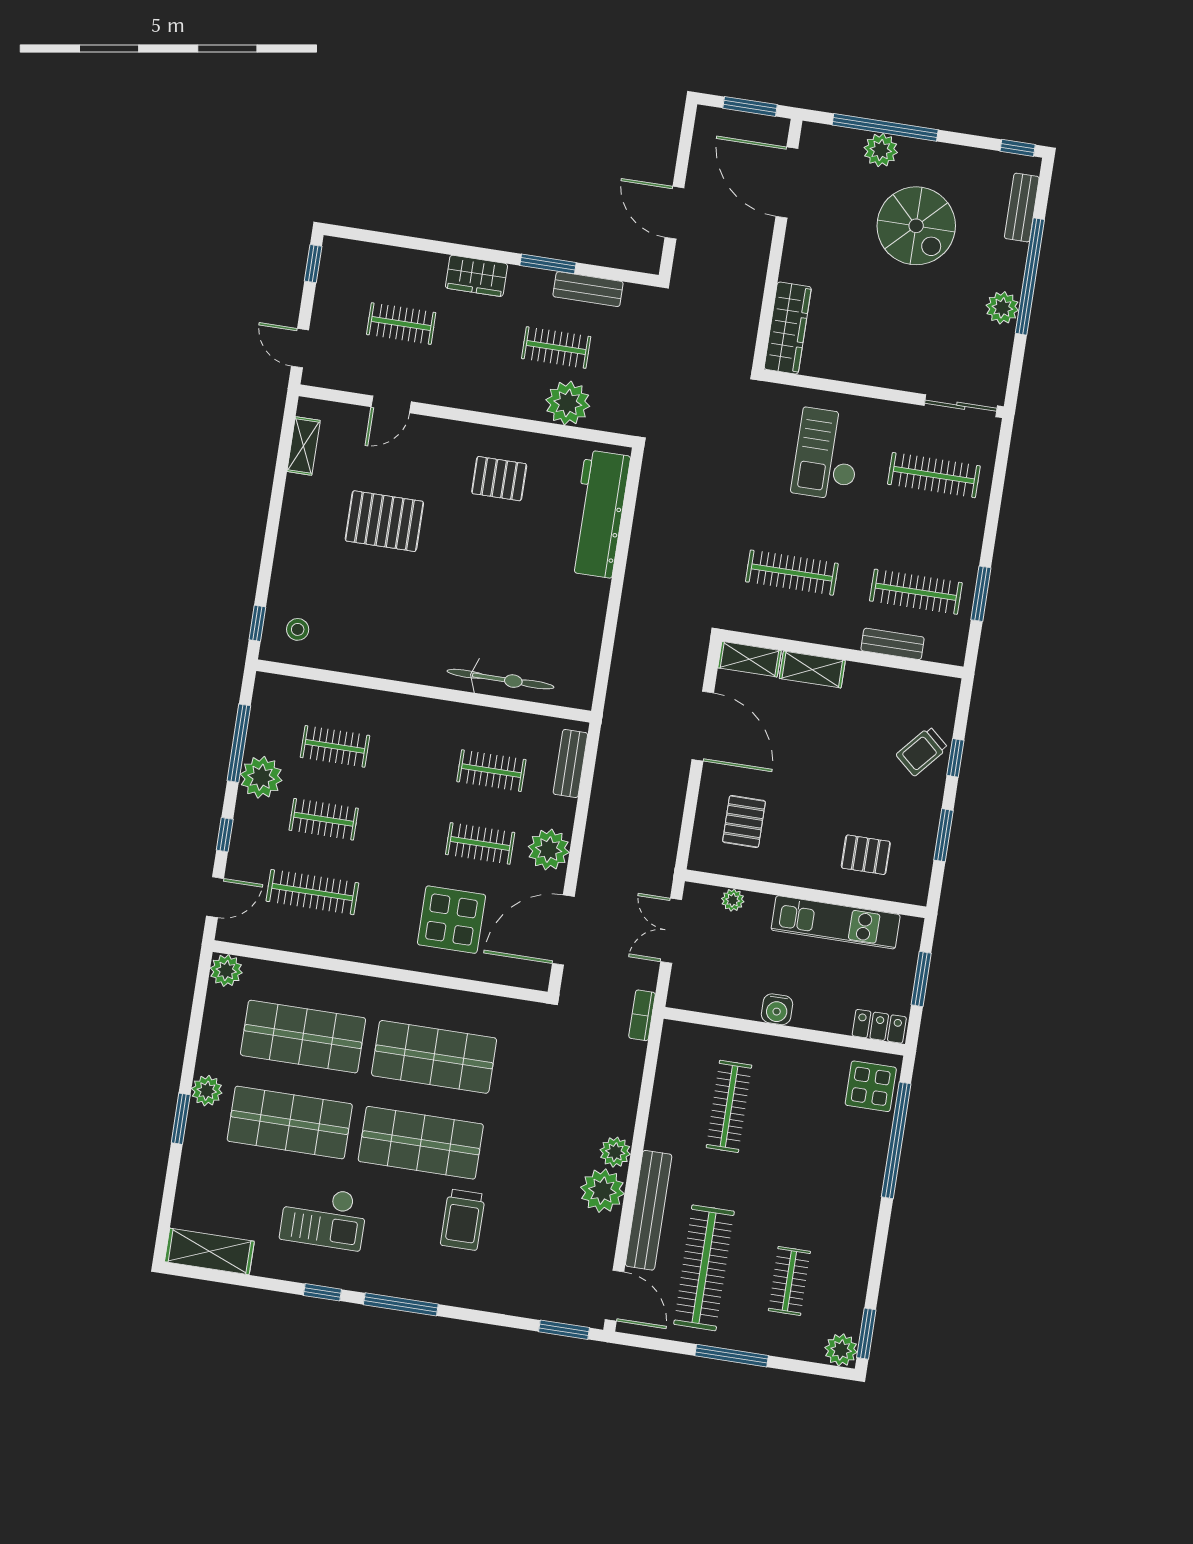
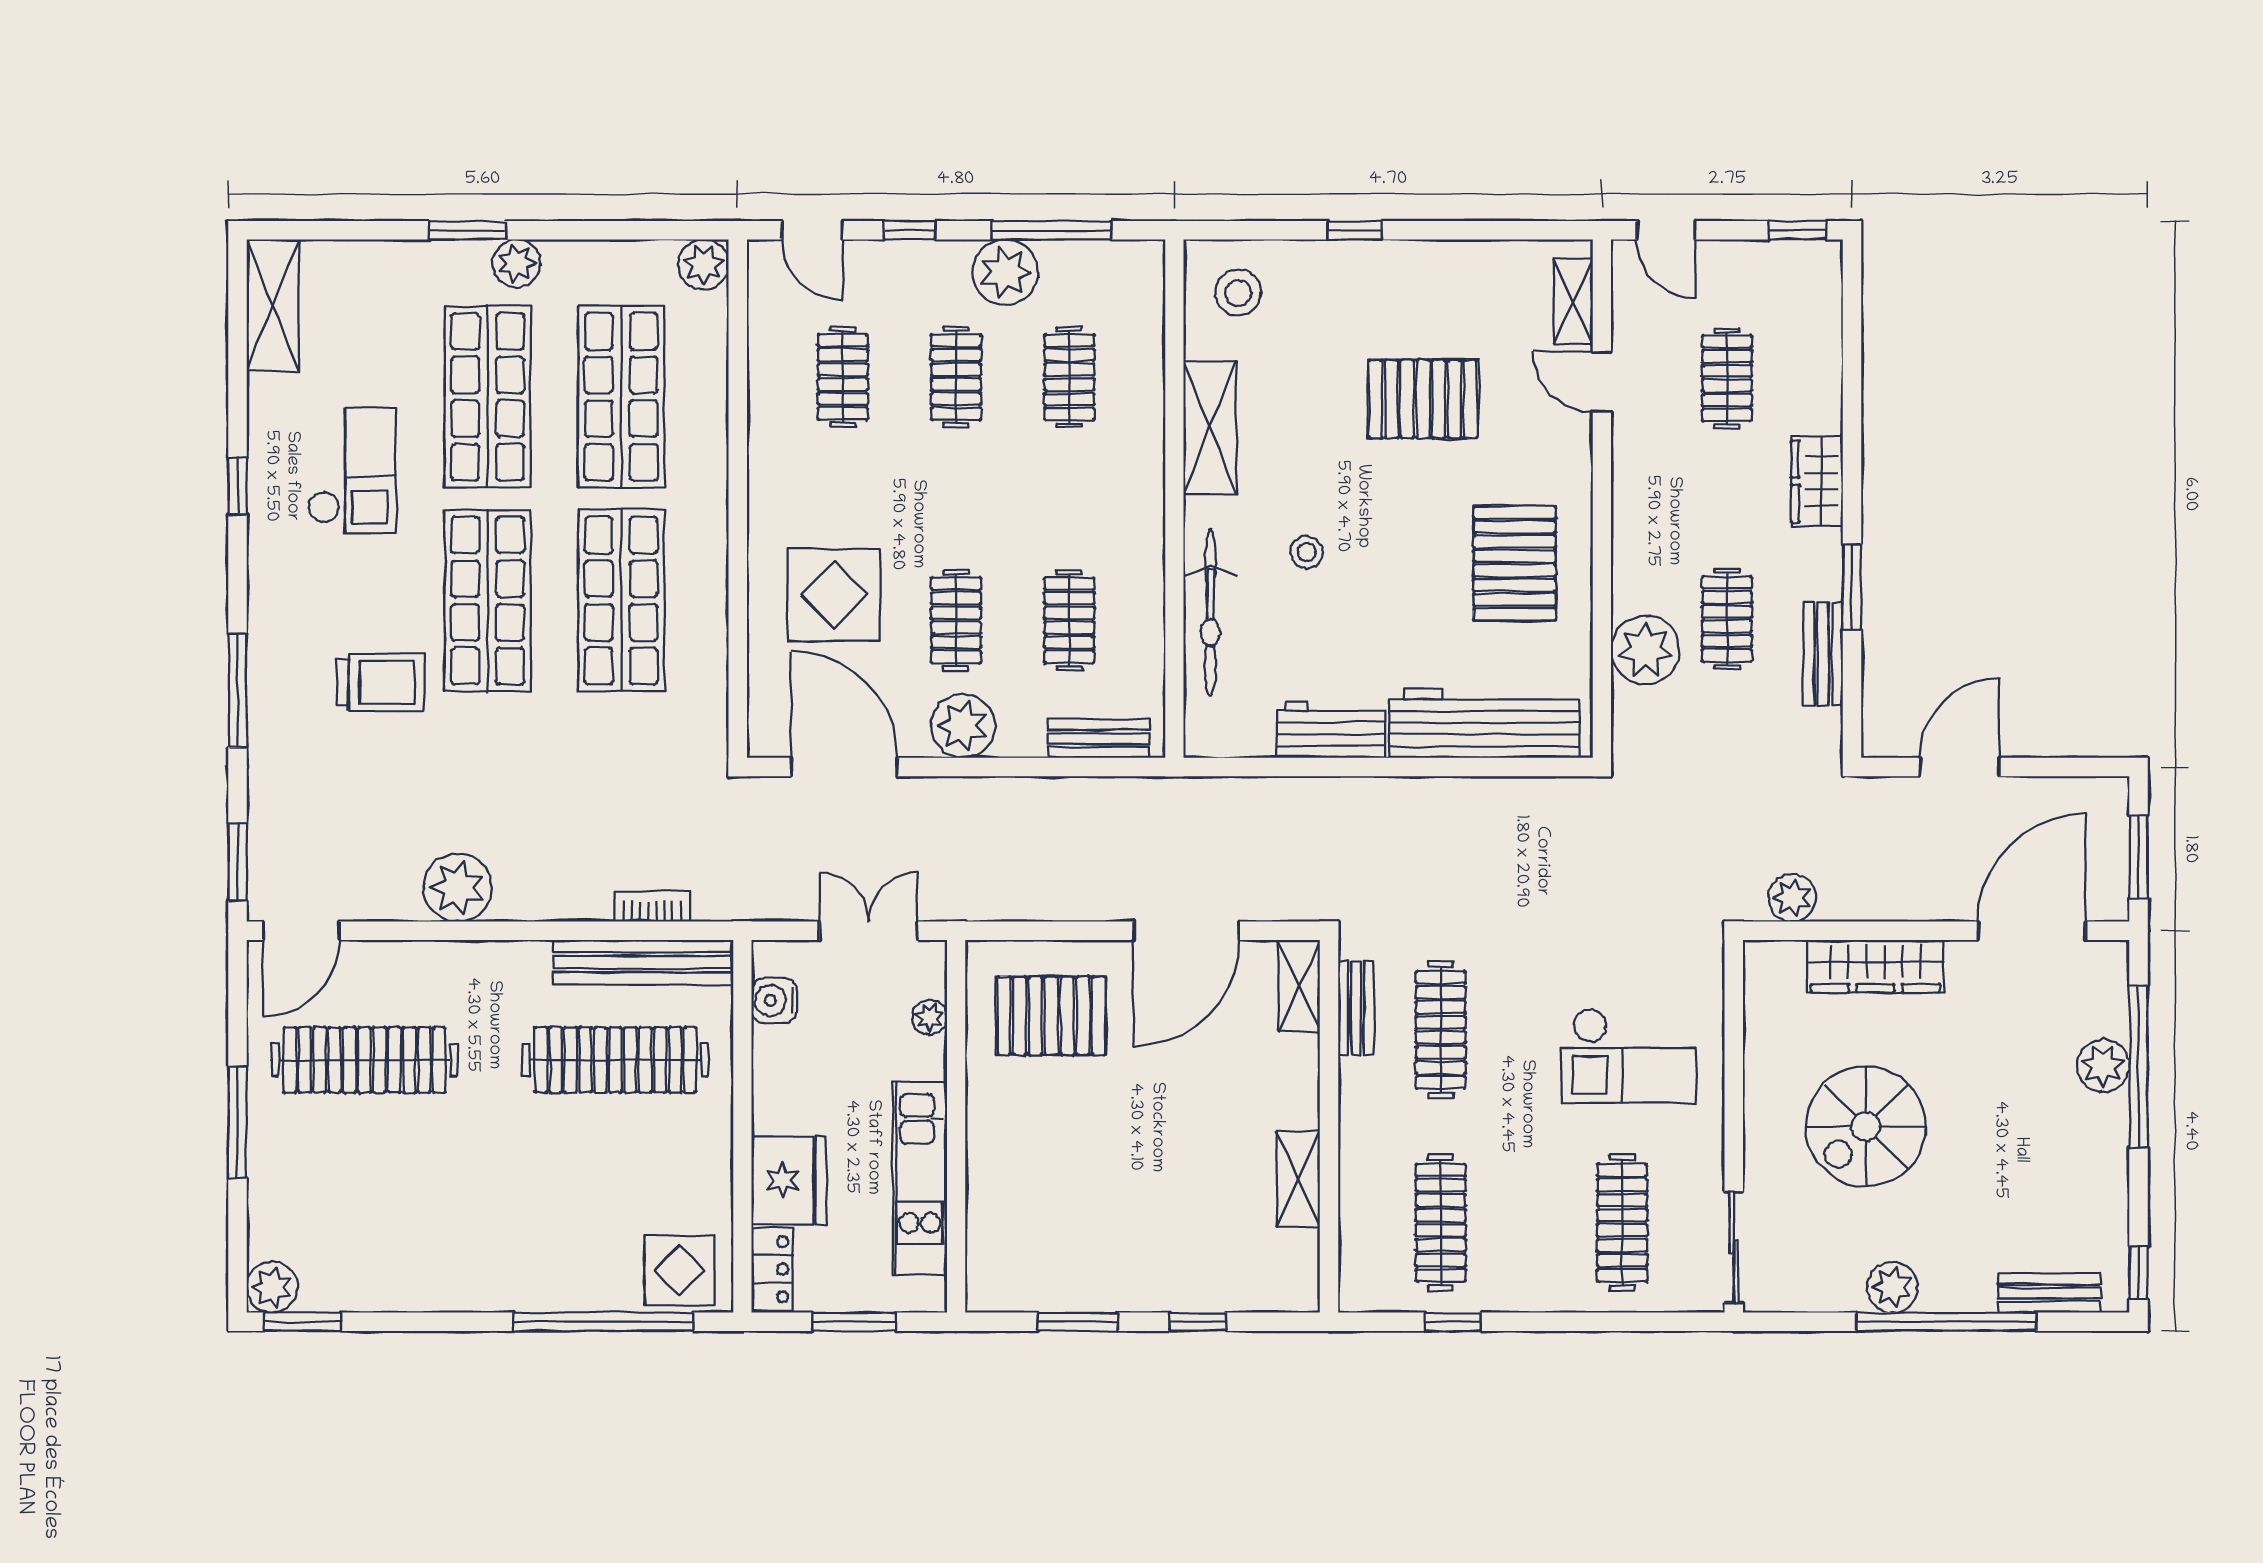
spiral stairs: (916, 226) -> (1866, 1126), moved
wardrobe: (788, 328) -> (1875, 966), moved
door: (300, 348) -> (1666, 230), swing flipped
shelving: (304, 446) -> (1574, 302), moved, turned 90
checkout: (827, 454) -> (1629, 1056), turned 180
pallet: (499, 479) -> (1515, 563), width x1.50, depth x1.42
pallet: (384, 521) -> (1423, 399), turned 90
window: (981, 594) -> (1453, 1322), width x0.67
stool: (471, 611) -> (1307, 552), added
workbench: (588, 613) -> (1331, 730), added
window: (257, 623) -> (1355, 230), moved
stool: (298, 629) -> (1238, 293), width x1.37, depth x1.37
bench: (893, 644) -> (1356, 1008), moved
shelving: (382, 661) -> (1210, 428), added
shelving: (812, 669) -> (1298, 1179), moved
trolley: (922, 751) -> (1200, 1269), removed
pallet: (744, 822) -> (1051, 1016), width x1.50, depth x1.42
pallet: (866, 855) -> (1030, 1208), removed
clothes rail: (312, 892) -> (843, 377), width x0.73
fridge: (824, 1007) -> (789, 1180), added
water cooler: (777, 1009) -> (774, 1000), moved
bookcase: (642, 1015) -> (652, 906), moved
clothes rail: (729, 1106) -> (615, 1060), width x1.37, depth x1.31
plant: (615, 1152) -> (1792, 898), moved
bench: (649, 1210) -> (643, 962), moved
checkout: (324, 1217) -> (352, 471), turned 180
trolley: (463, 1220) -> (381, 682), turned 180
clothes rail: (789, 1281) -> (364, 1193), removed
window: (401, 1304) -> (238, 691), moved

